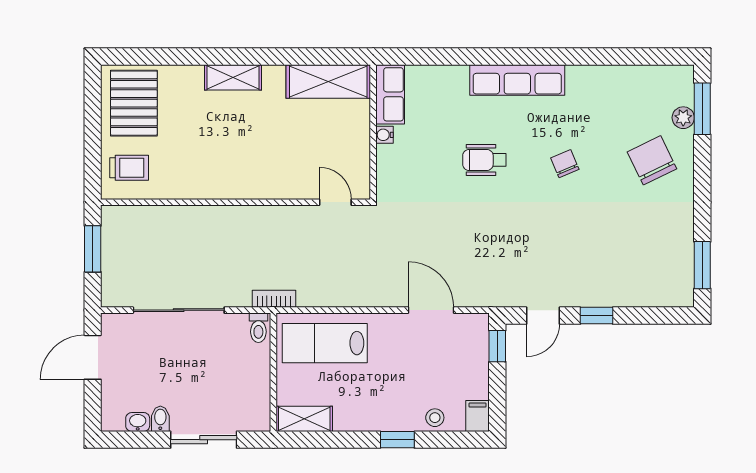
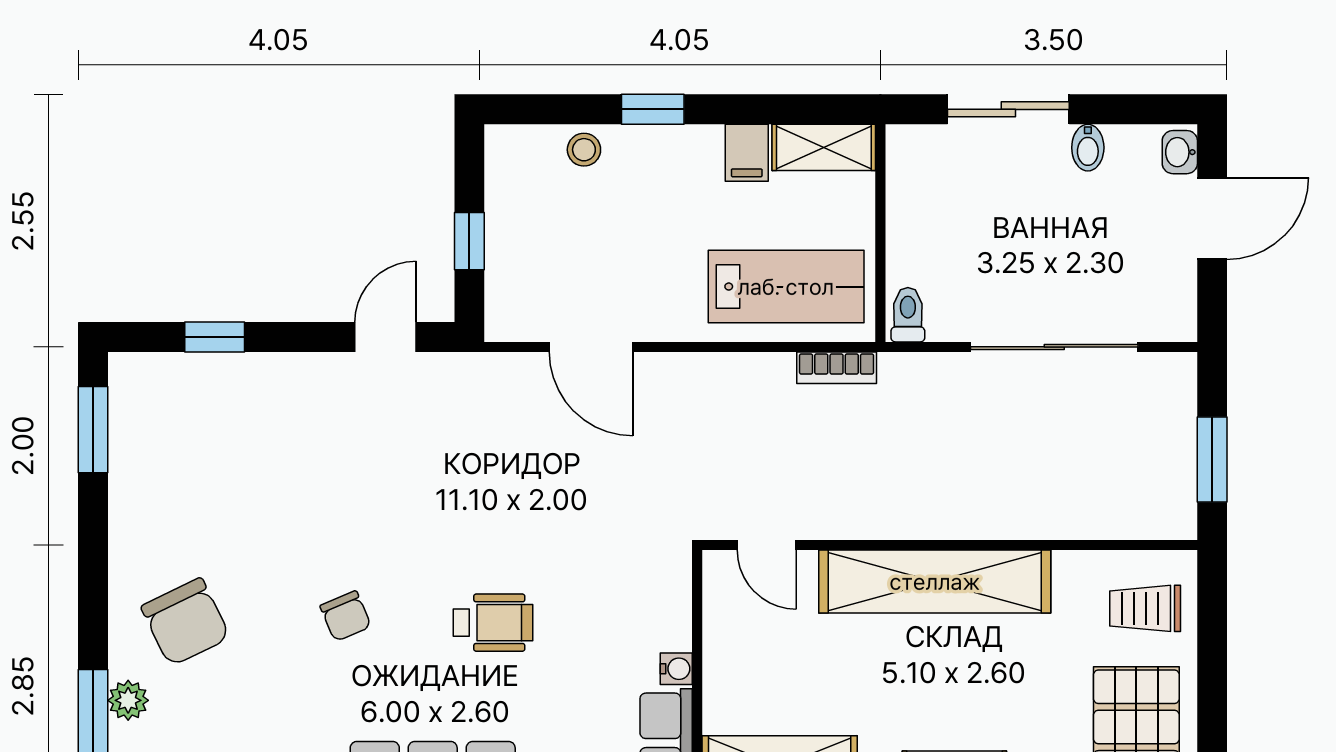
shelving: (244, 182) -> (935, 582), added
bookcase: (274, 299) -> (837, 368), moved
window: (597, 316) -> (215, 337), moved
window: (497, 346) -> (469, 241), moved
door: (93, 357) -> (1212, 218), moved
filing cabinet: (477, 416) -> (747, 153), moved
washbasin: (138, 422) -> (1180, 152), moved, turned 90

